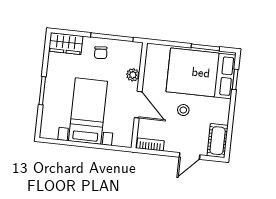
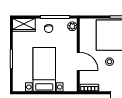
plant: (133, 75) -> (72, 26), moved

